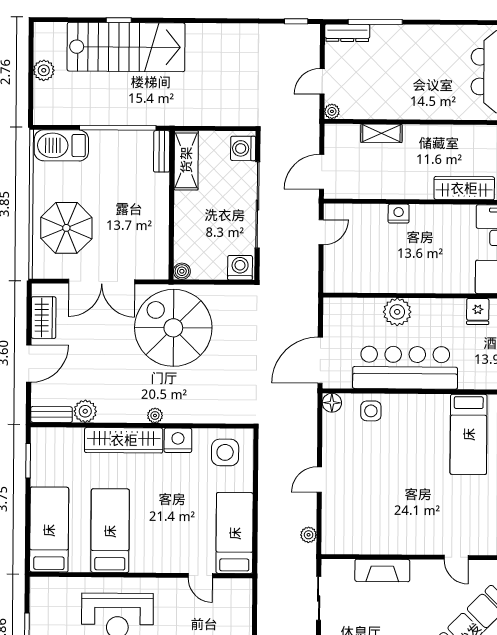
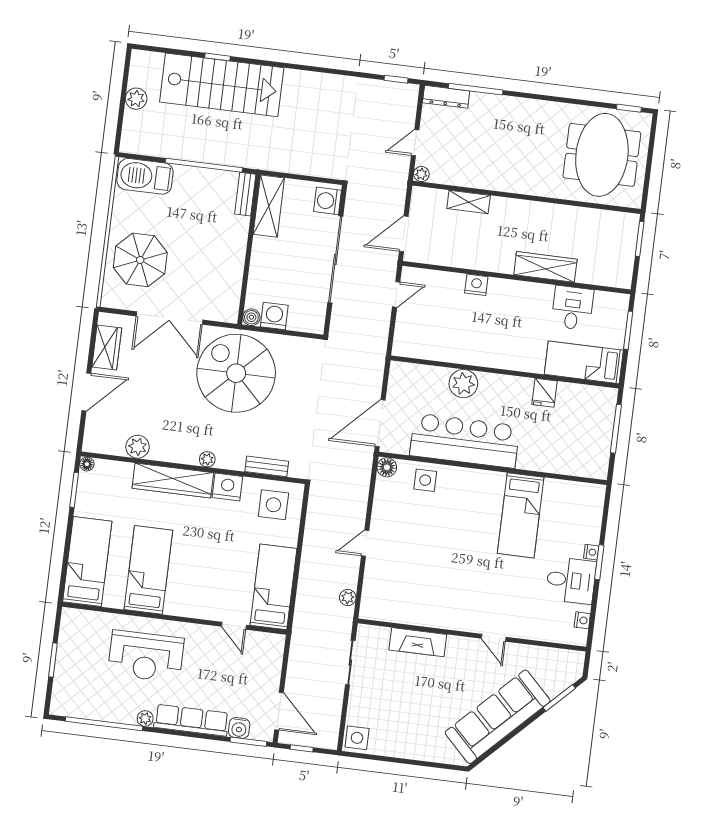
washing machine: (240, 268) -> (274, 316), moved
bench: (51, 415) -> (267, 466), moved
floor lamp: (38, 434) -> (87, 464), added

